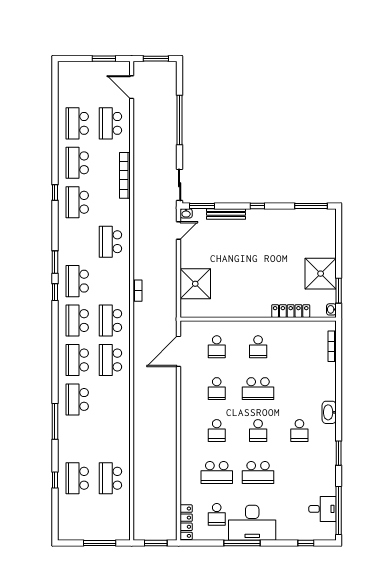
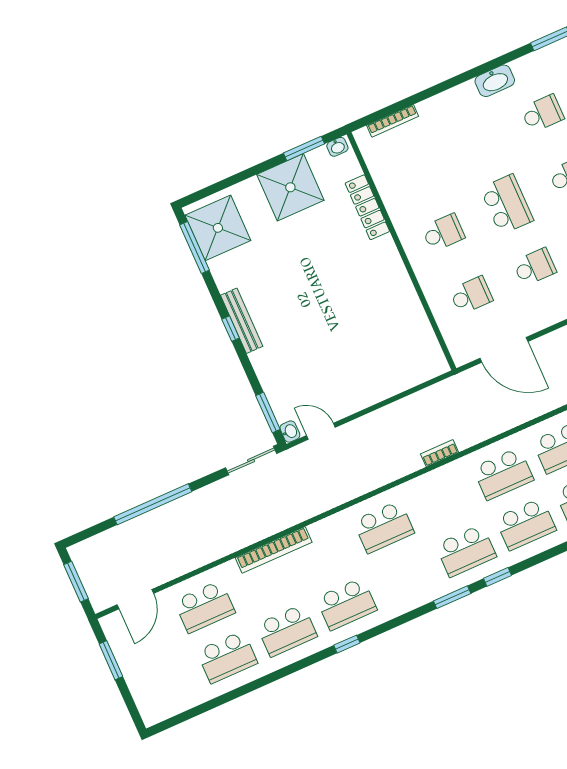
bench: (226, 214) -> (242, 321), moved
shower: (195, 284) -> (218, 228), moved

